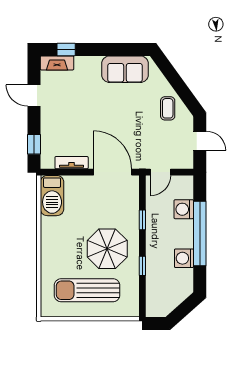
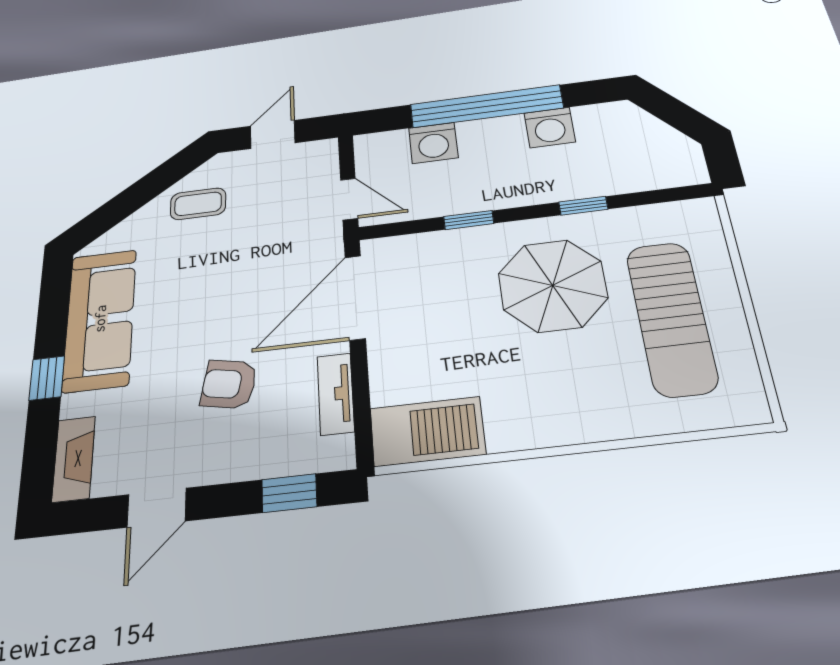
window: (66, 49) -> (47, 378), moved
sofa: (125, 69) -> (100, 319), width x1.36
armchair: (81, 122) -> (229, 384), added

